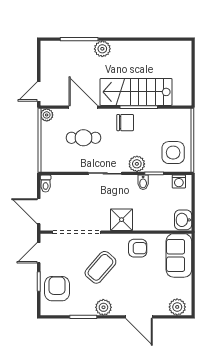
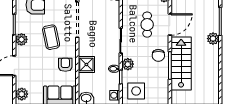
shower: (122, 220) -> (86, 65), moved
armchair: (138, 248) -> (65, 65), turned 180
coffee table: (100, 267) -> (51, 37), turned 37

